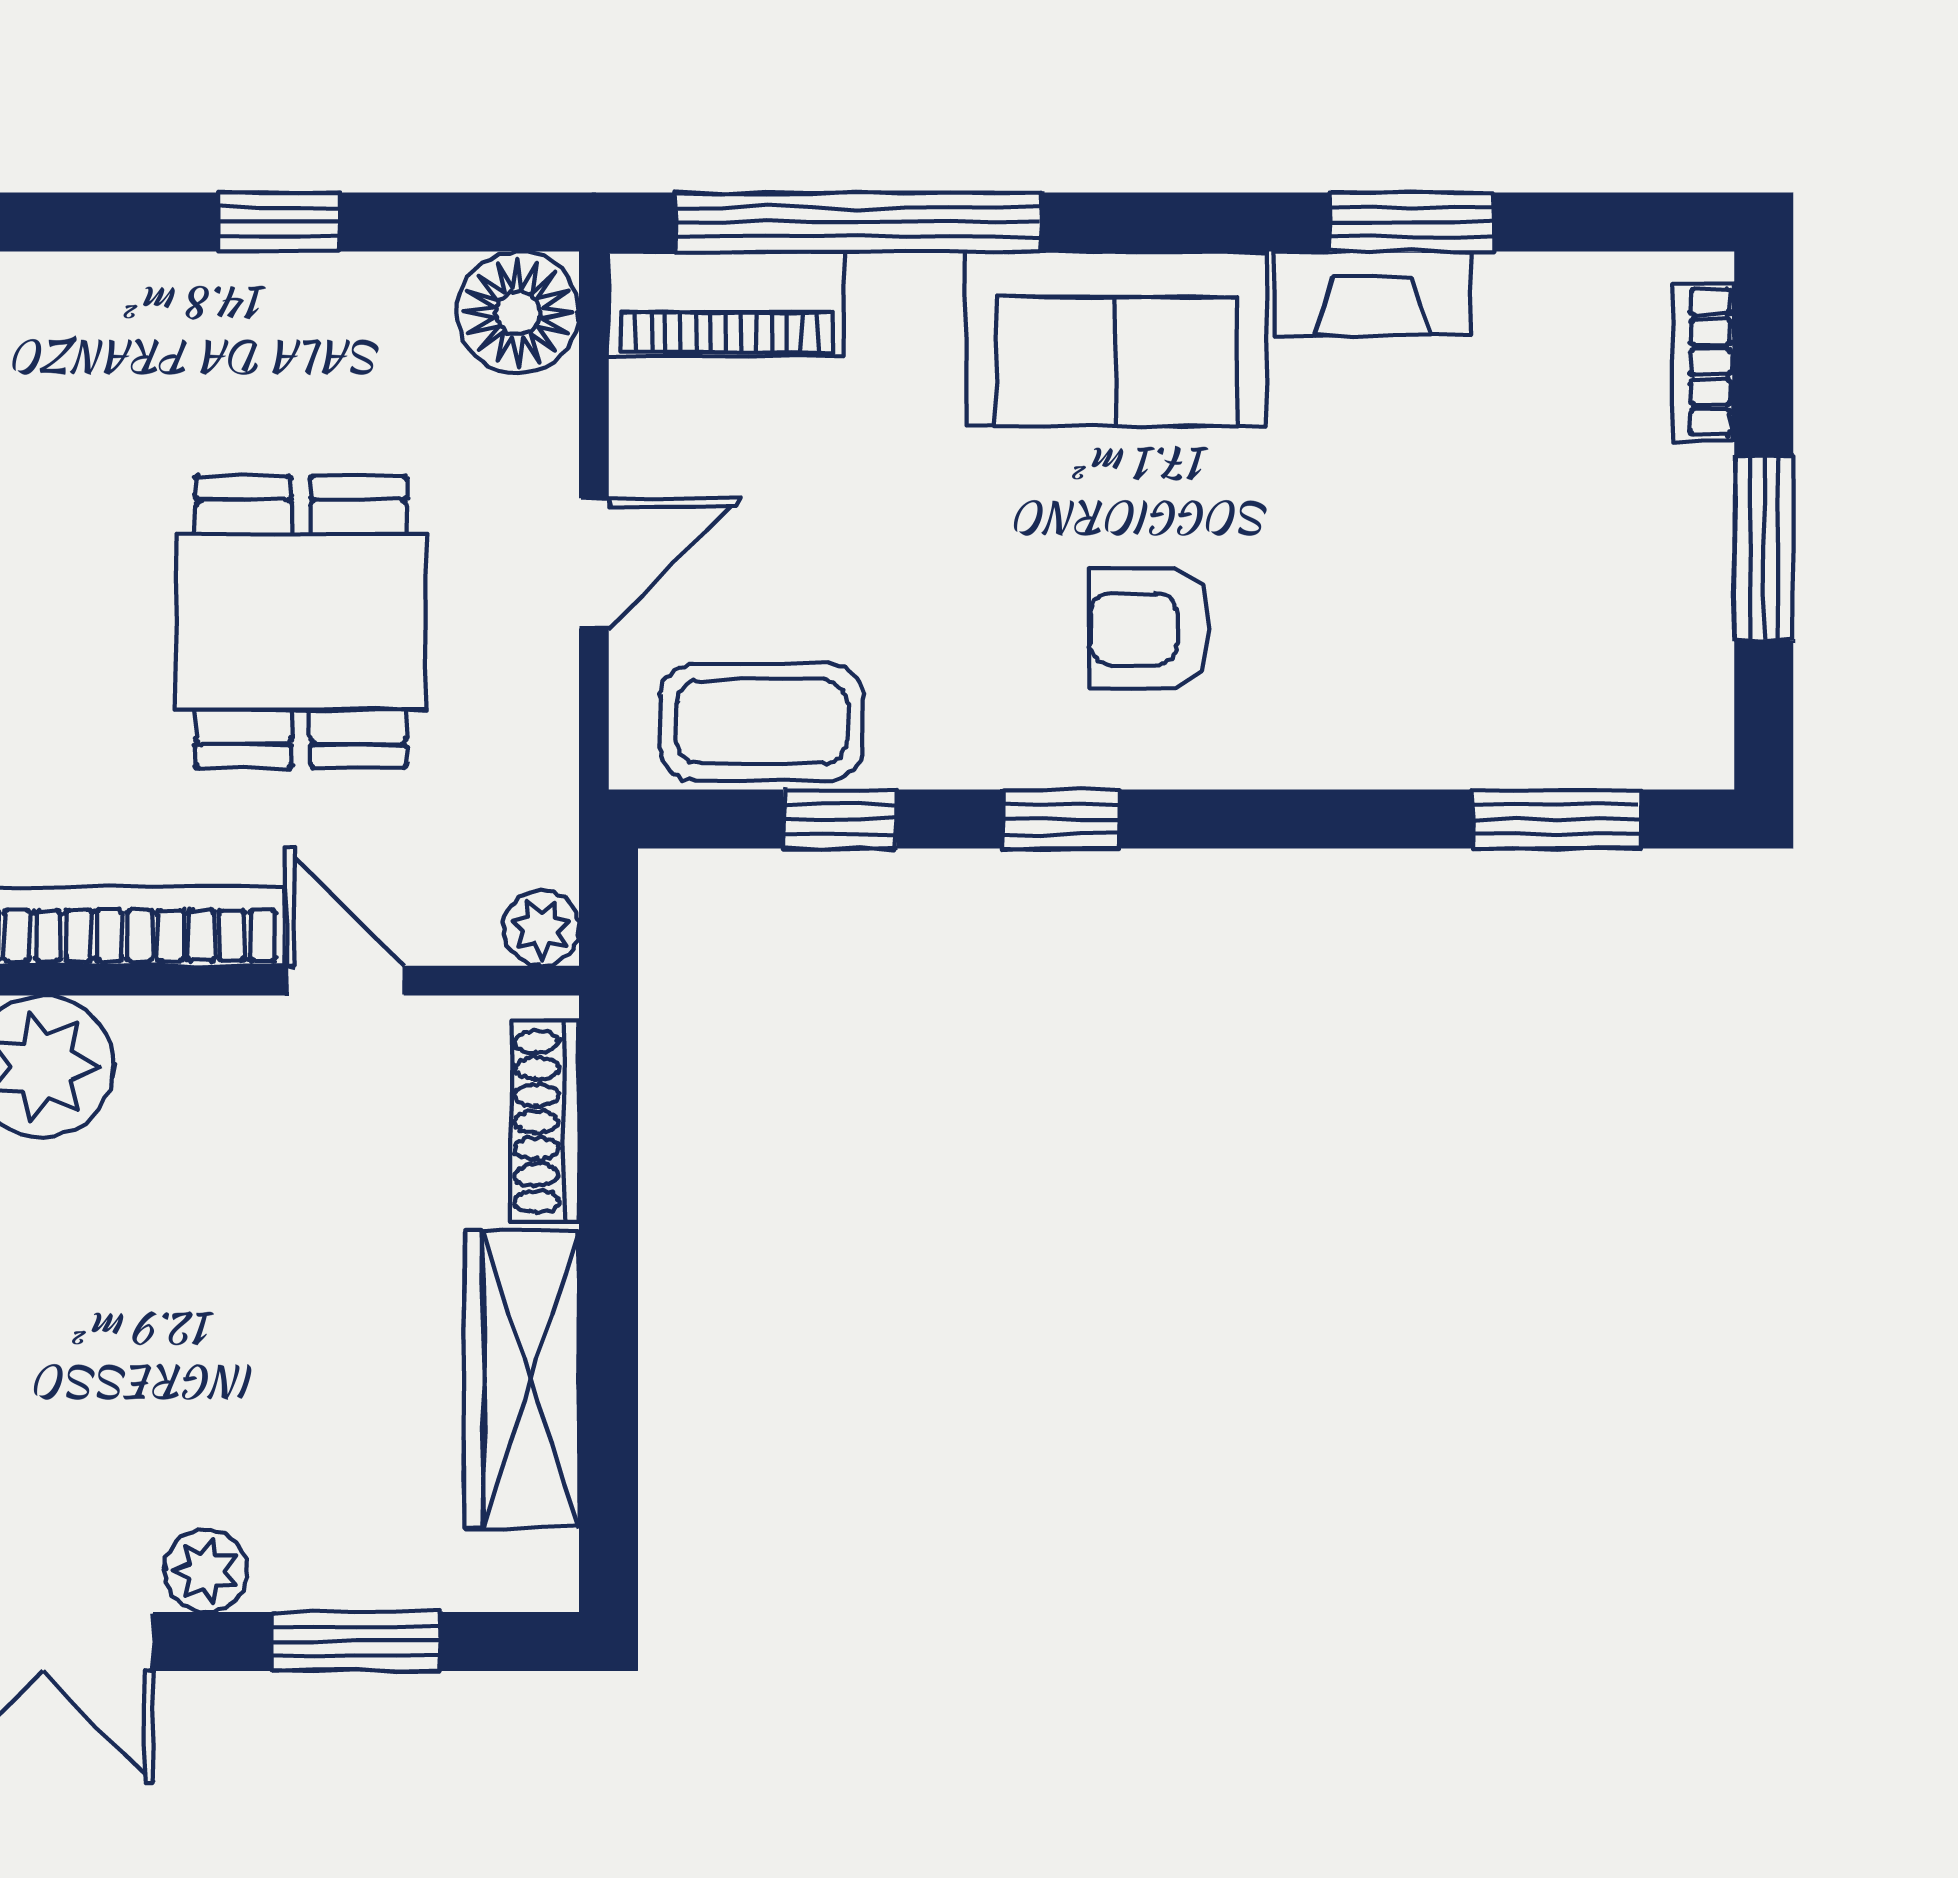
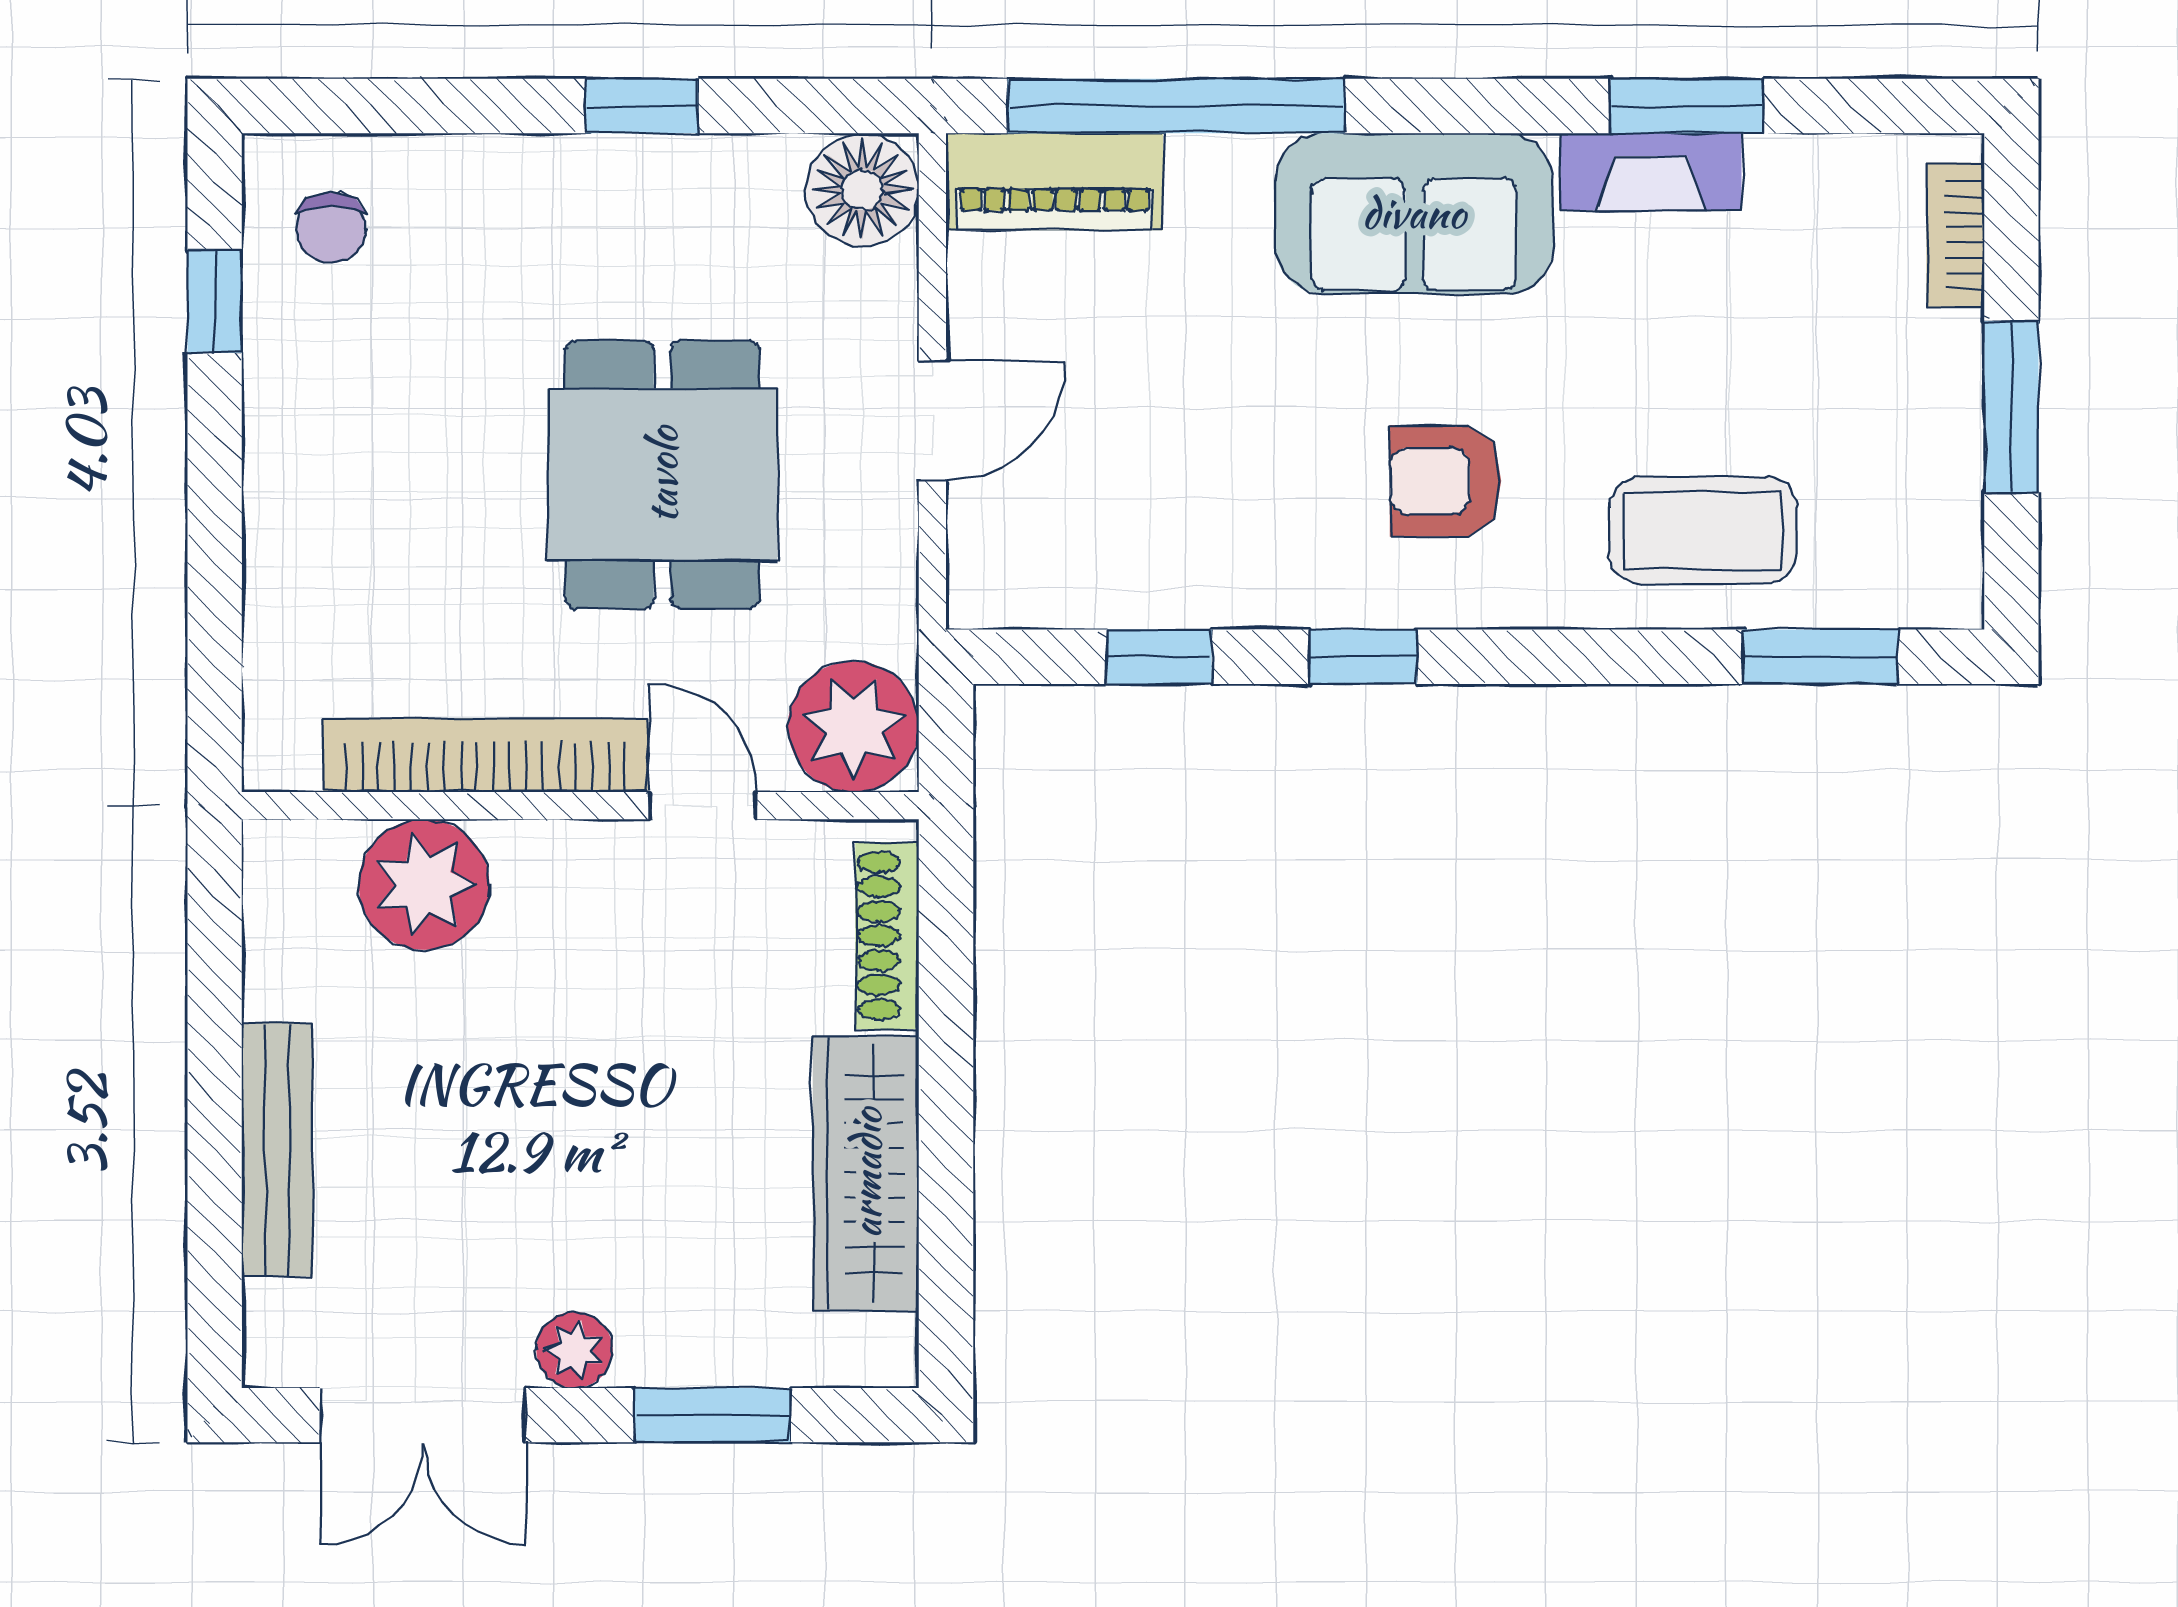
coffee table: (762, 722) -> (1703, 531), moved
plant: (541, 928) -> (853, 727), width x1.87, depth x1.87

